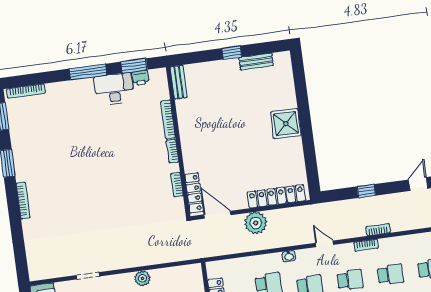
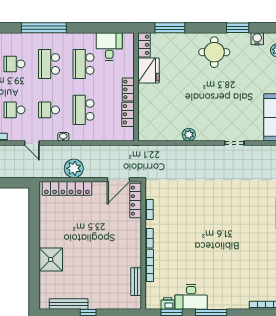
bench: (256, 61) -> (69, 304), width x1.36
bench: (179, 82) -> (136, 282), moved
shower: (286, 124) -> (51, 259), moved
door: (217, 215) -> (119, 180), hinge flipped
plant: (256, 223) -> (74, 168), moved

